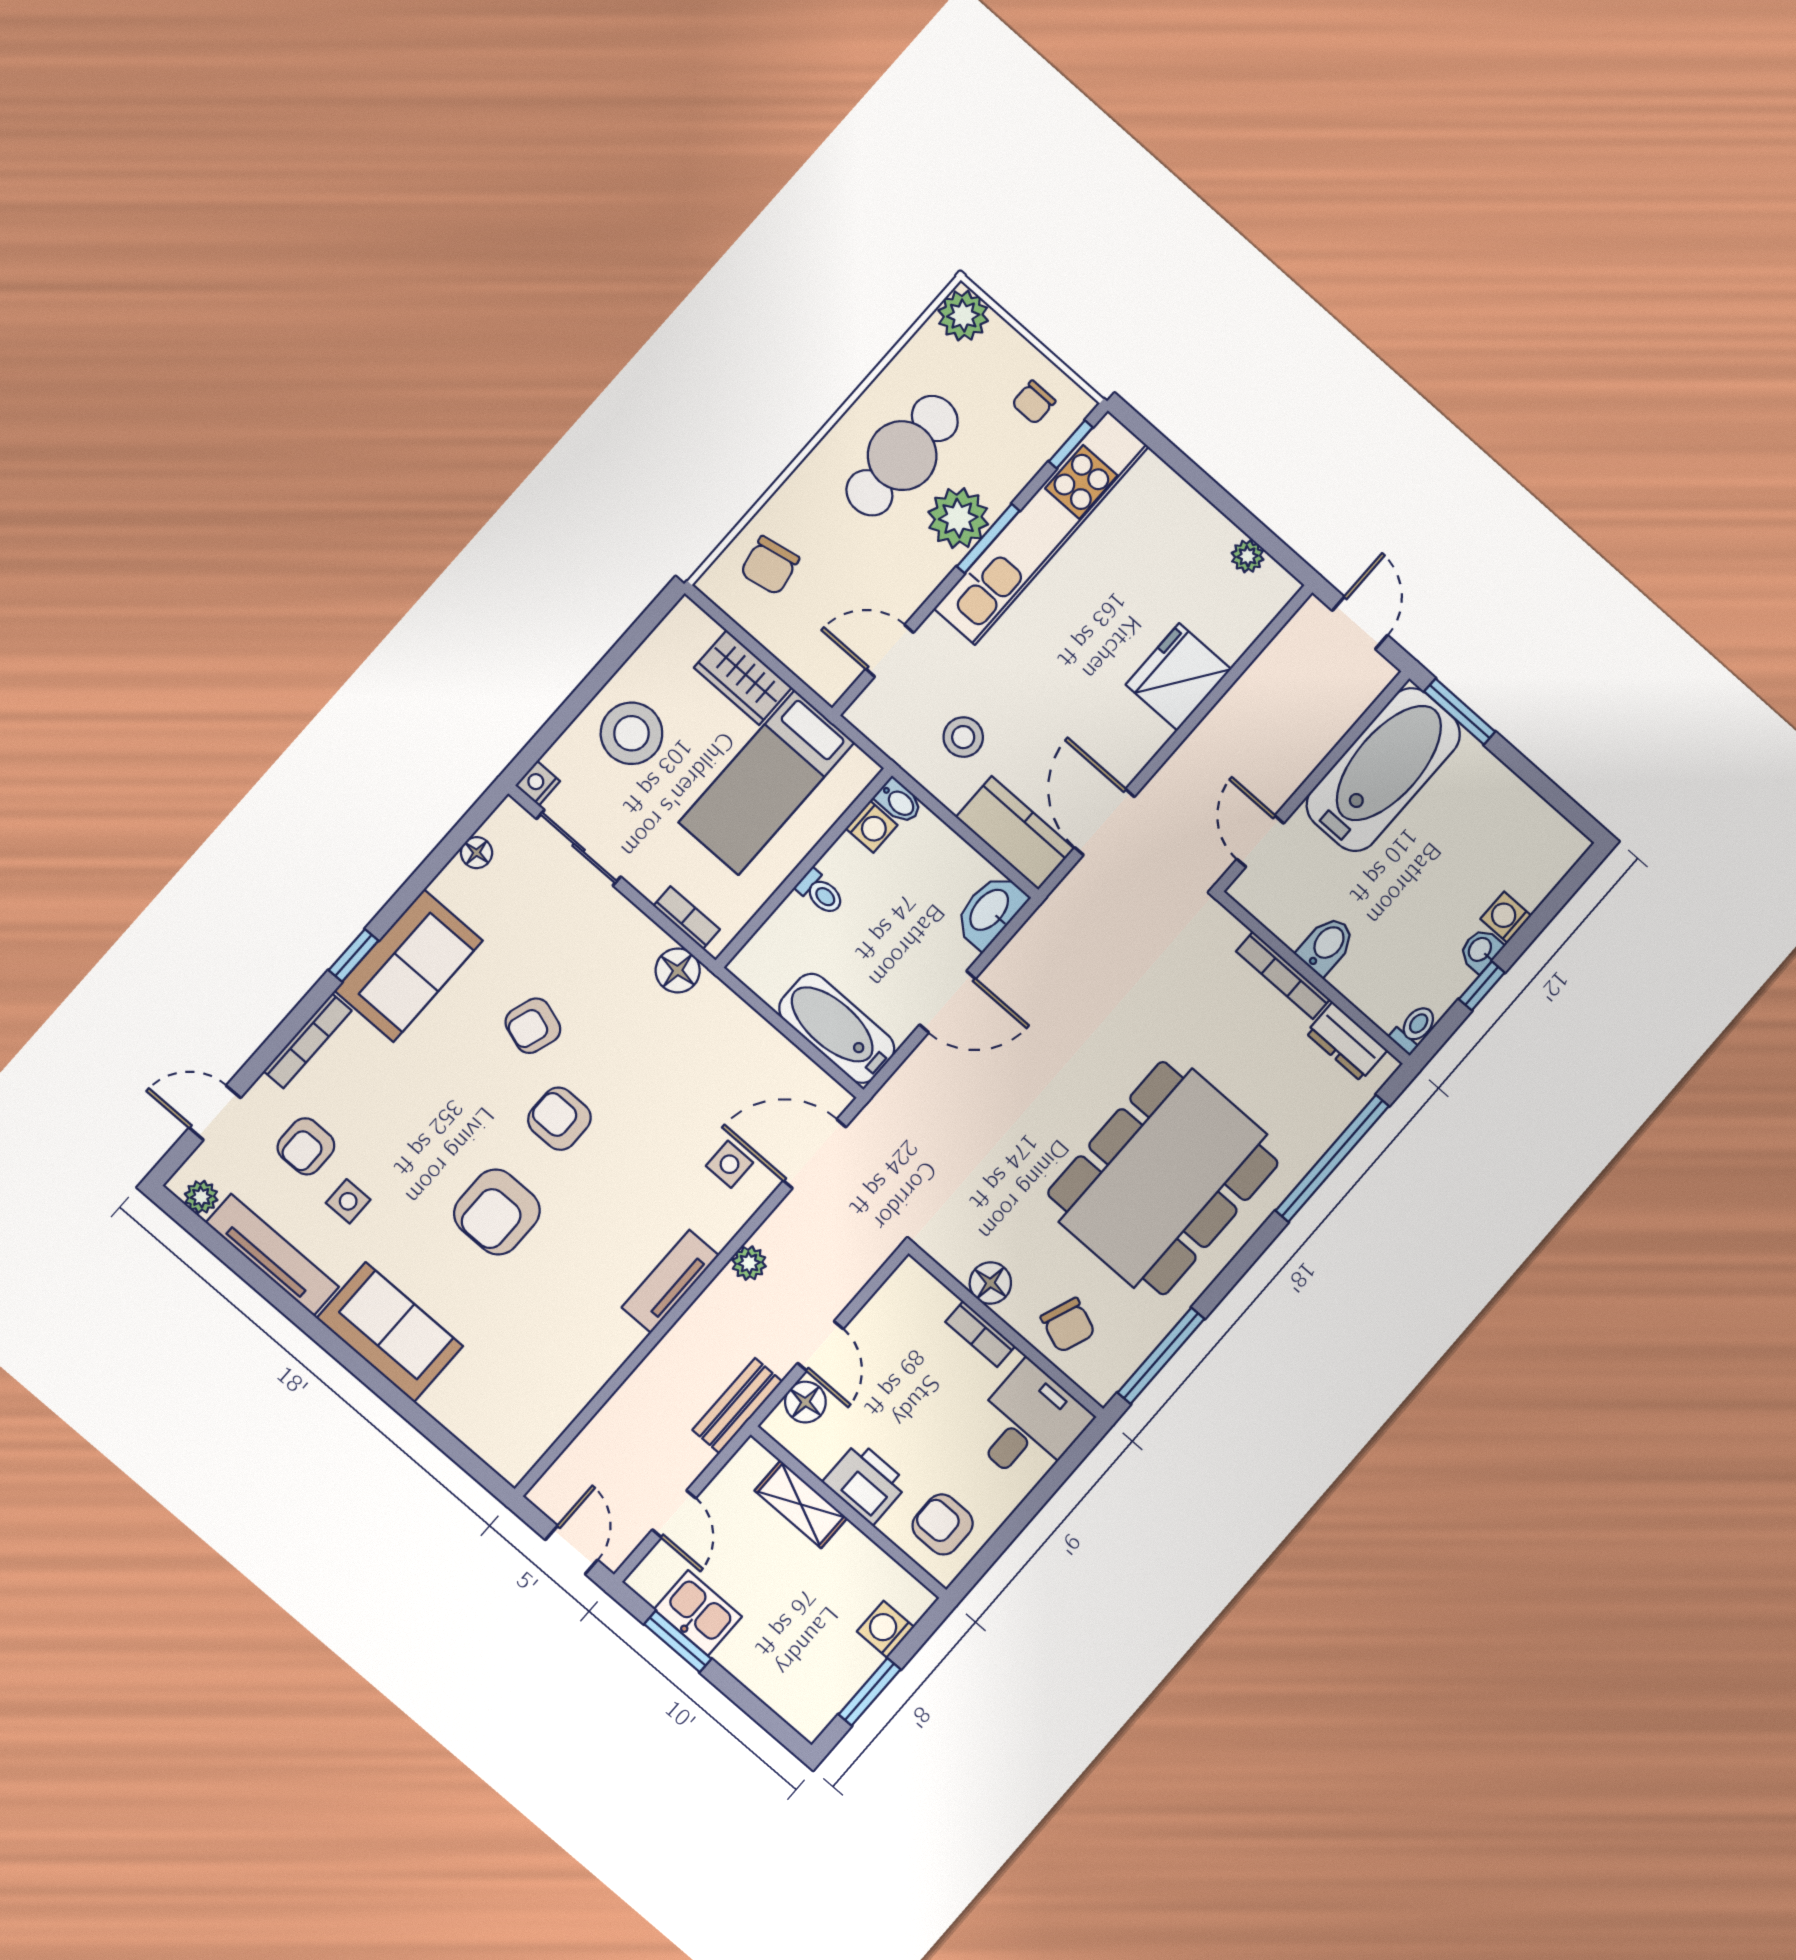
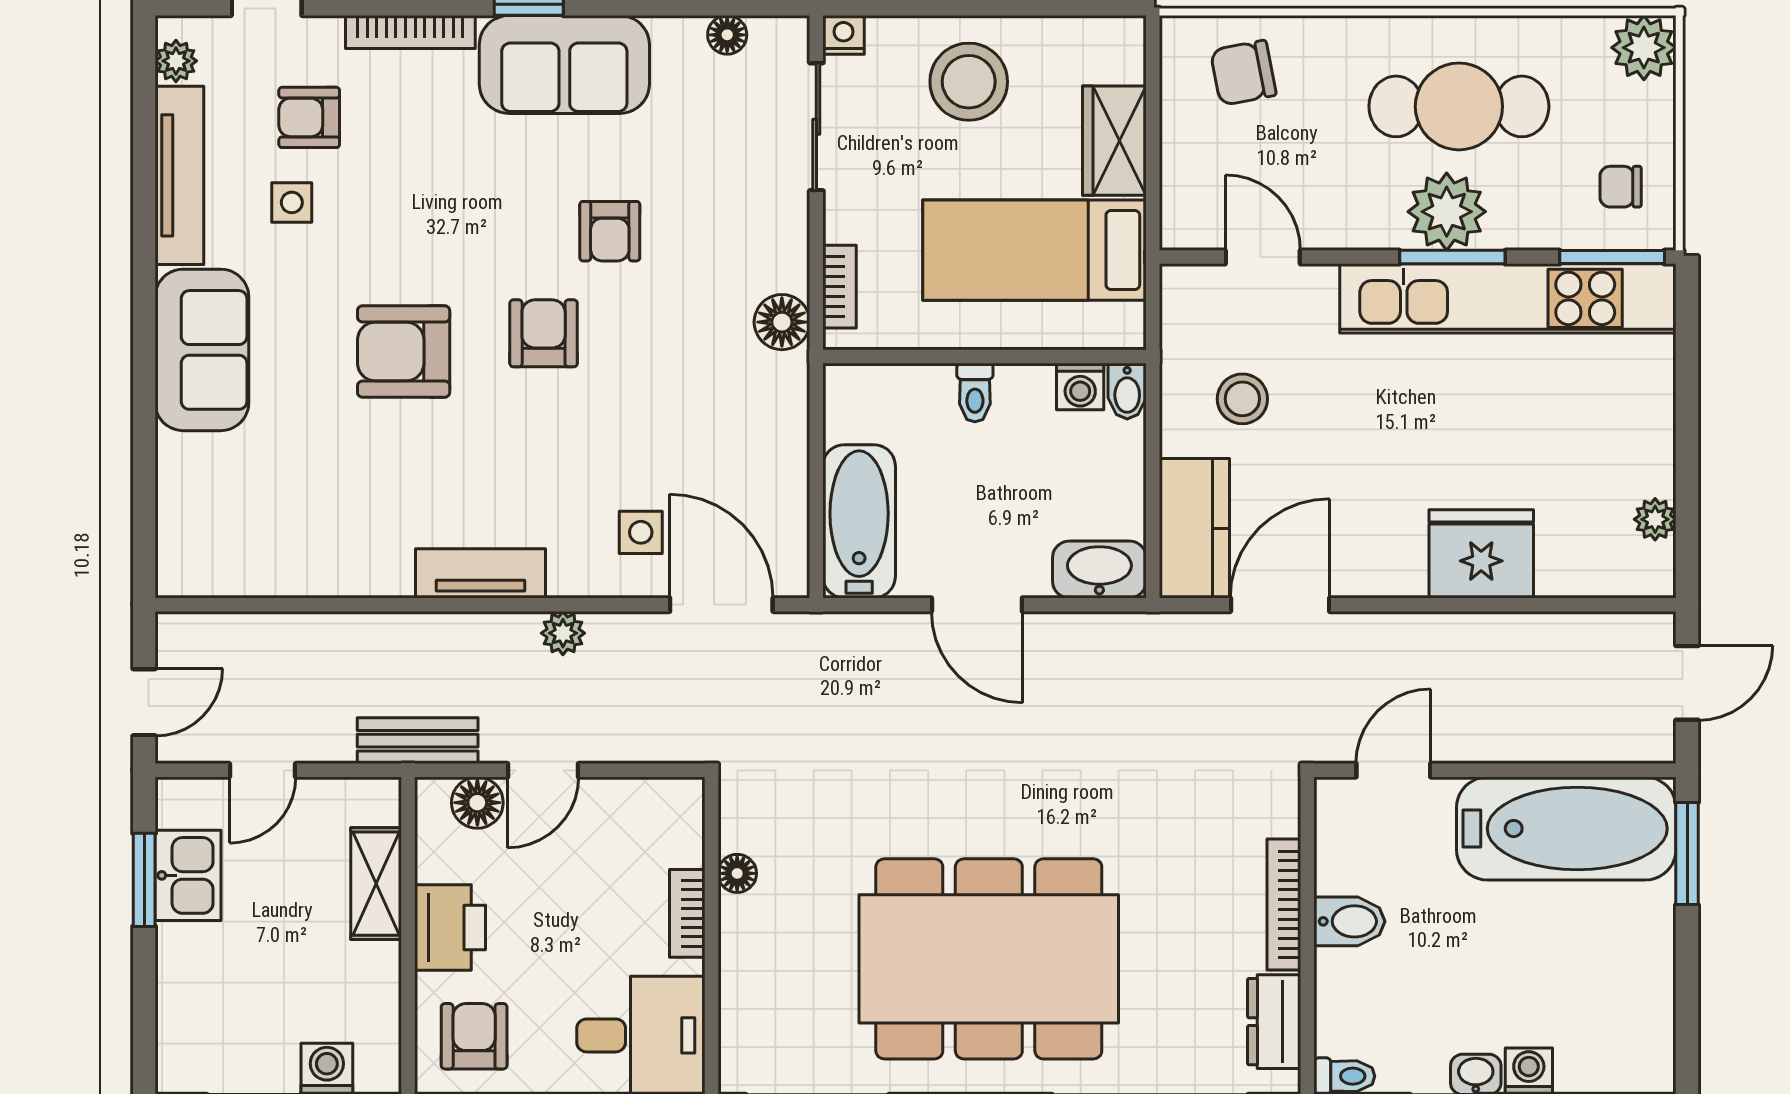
window: (1071, 444) -> (1612, 257), width x1.50
armchair: (533, 1026) -> (610, 231), turned -108
floor lamp: (990, 1283) -> (737, 873), width x0.73, depth x0.73
chair: (1068, 1325) -> (769, 990), removed

